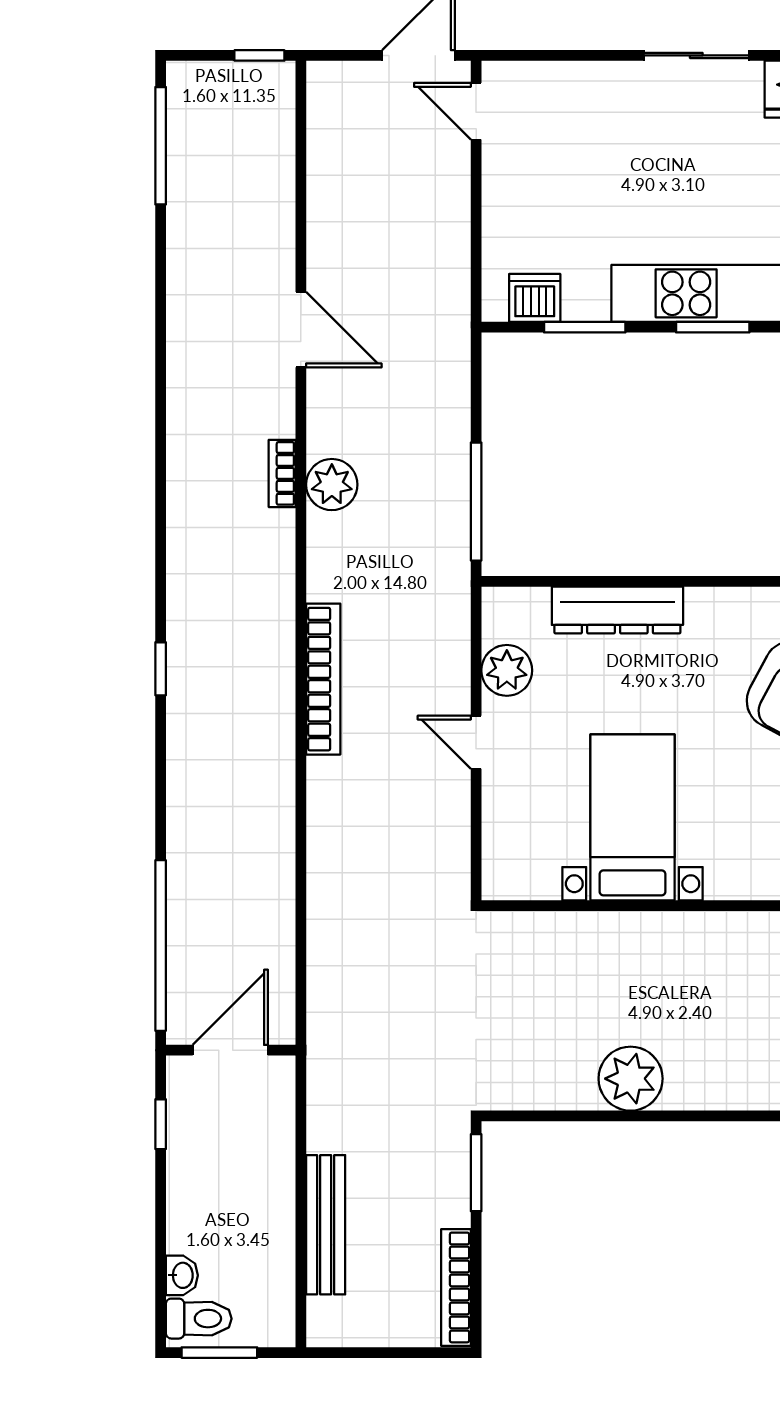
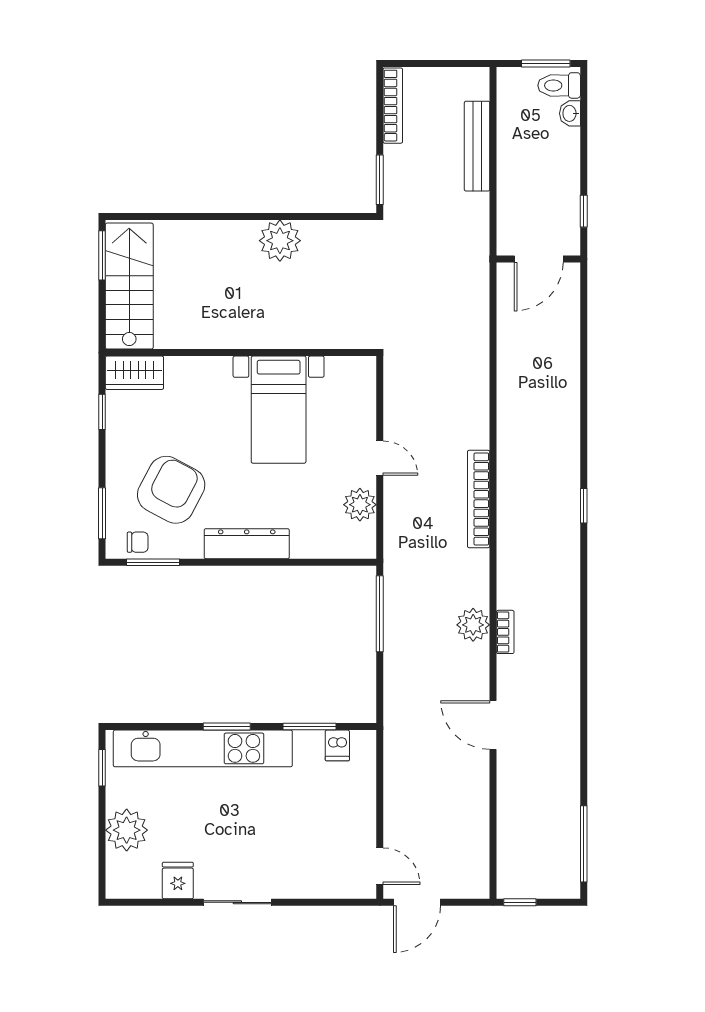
dishwasher: (535, 298) -> (337, 745), width x0.73
dresser: (617, 610) -> (247, 544), moved
window: (161, 945) -> (584, 327), removed

